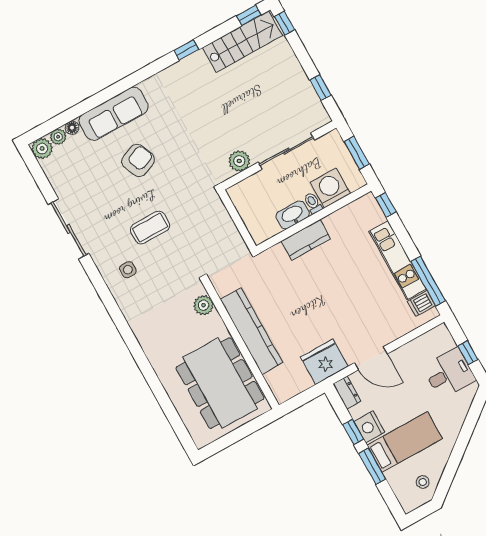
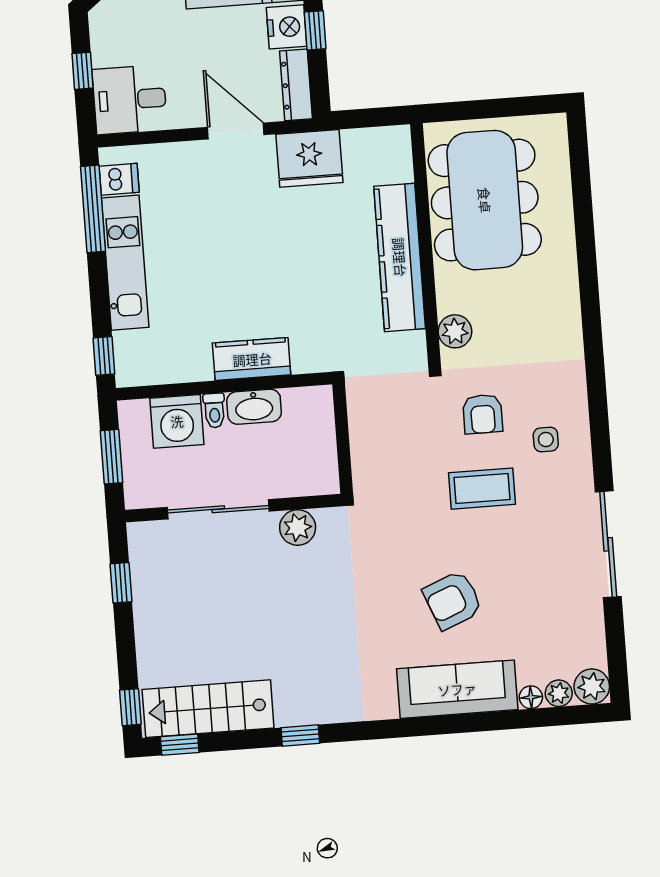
armchair: (168, 268) -> (483, 414), added
desk: (449, 373) -> (130, 100), moved
dresser: (347, 392) -> (296, 85), width x1.44

